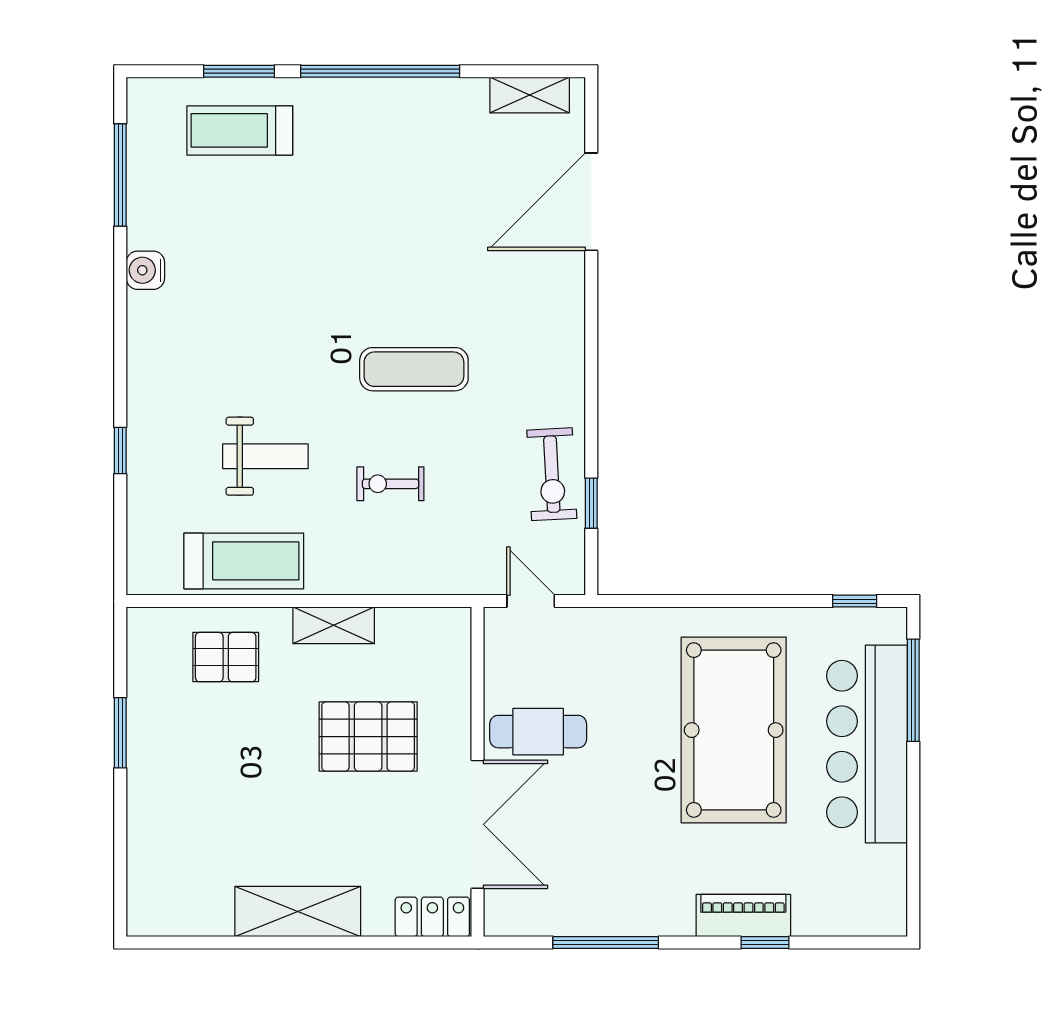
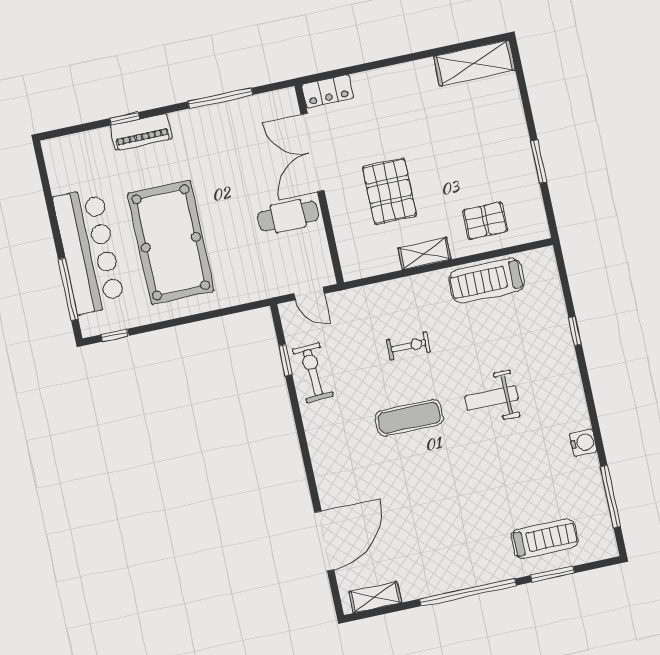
weight bench: (265, 456) -> (491, 398), moved
pallet: (368, 737) -> (389, 191), turned 90
shelving: (298, 912) -> (474, 63), moved

